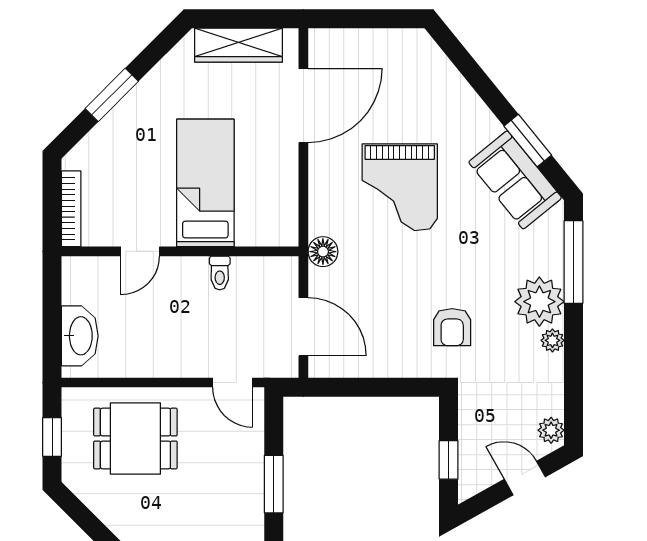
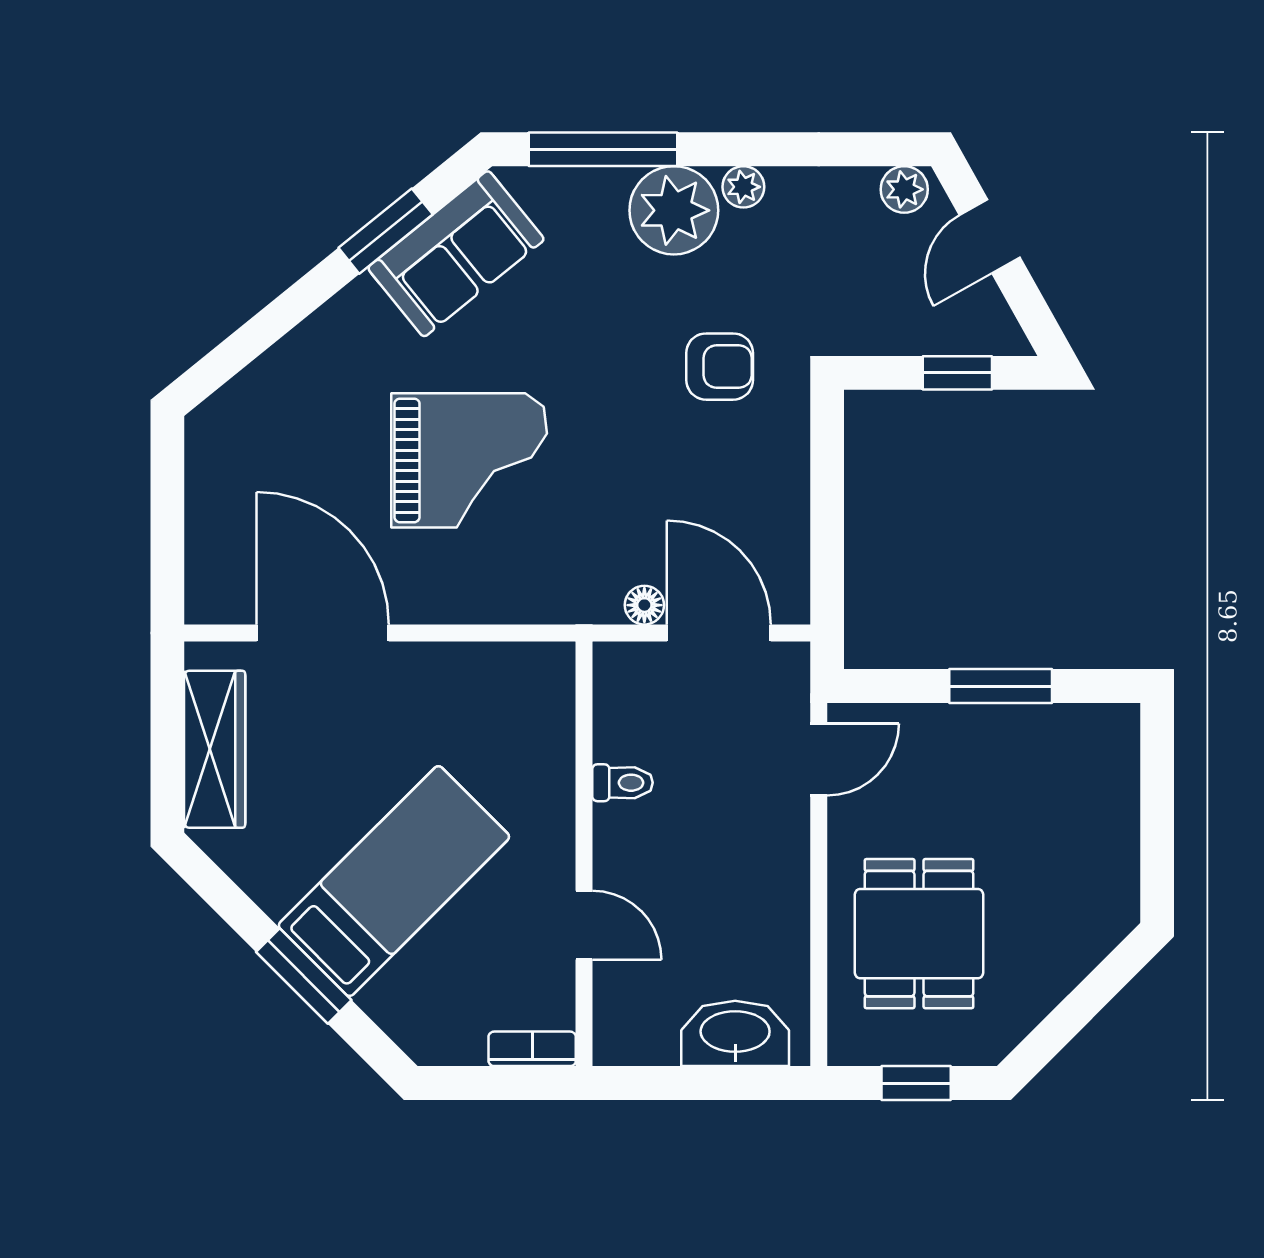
bed: (205, 183) -> (394, 881), moved, turned 135
bookcase: (71, 209) -> (532, 1049), width x0.64
floor lamp: (323, 252) -> (644, 605), moved, width x0.73, depth x0.73
door: (303, 327) -> (719, 633), hinge flipped

